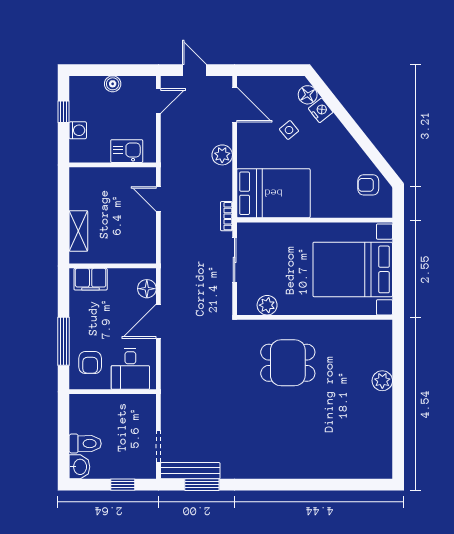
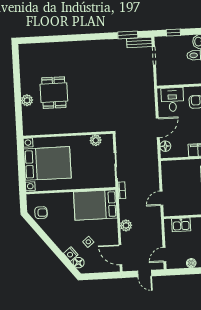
door: (158, 199) -> (161, 198), swing flipped
dining table: (288, 363) -> (54, 93), moved, turned 90
bench: (190, 471) -> (139, 42), width x0.73

